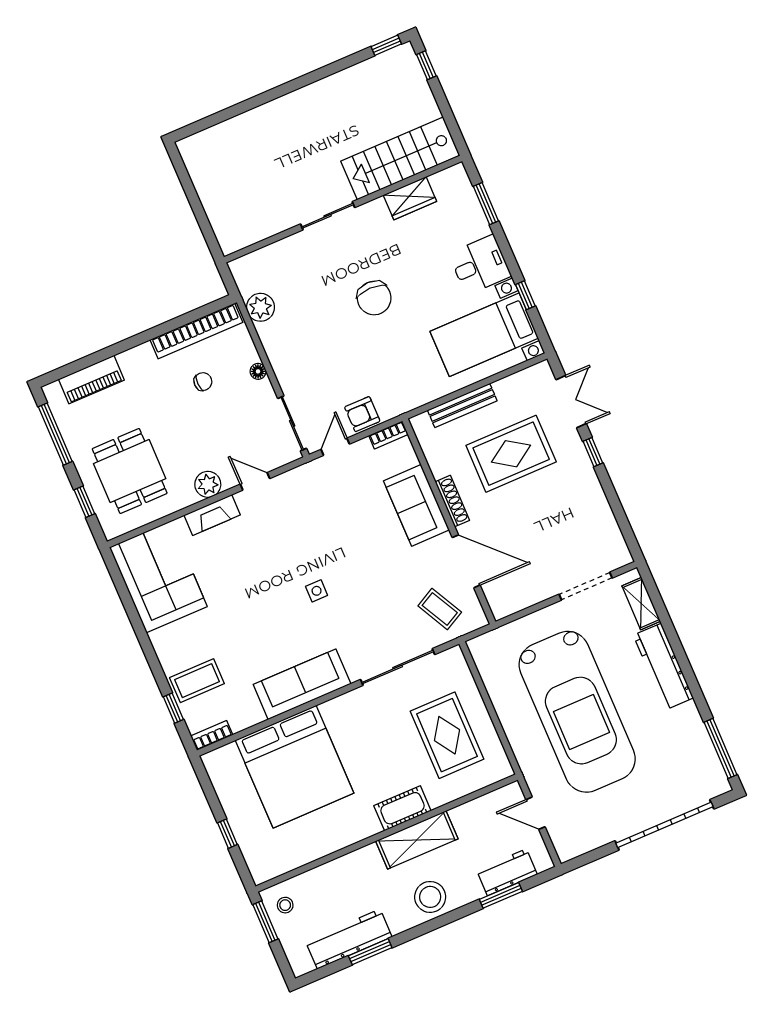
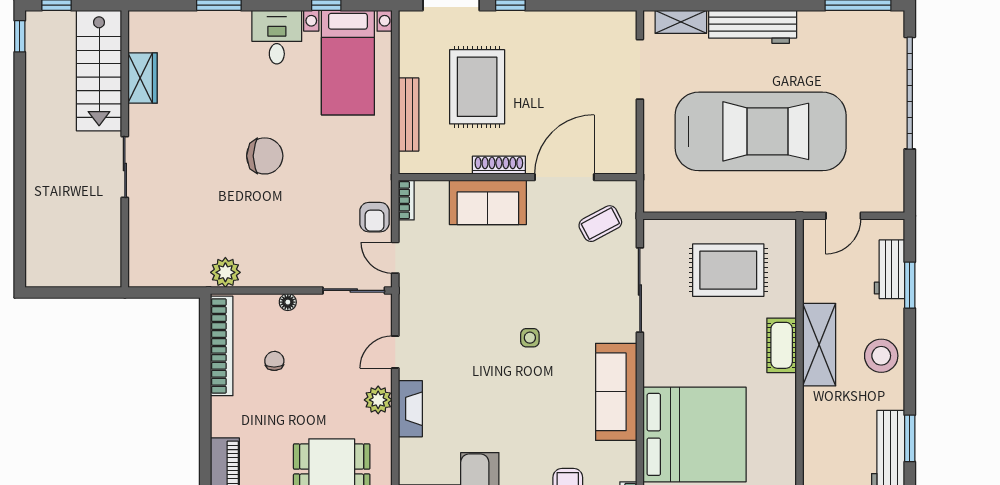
stairs: (400, 158) -> (99, 71), moved
wardrobe: (410, 198) -> (143, 78), moved
wall: (343, 209) -> (125, 149), moved
sliding door: (328, 216) -> (125, 167), moved

